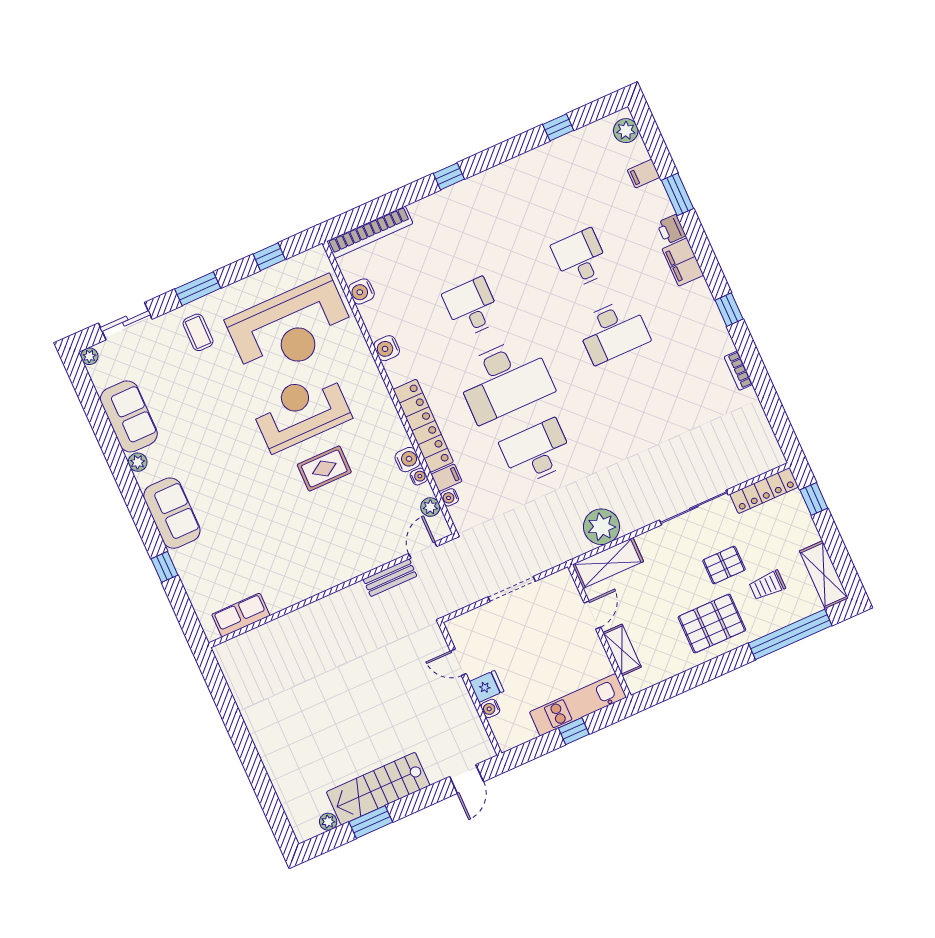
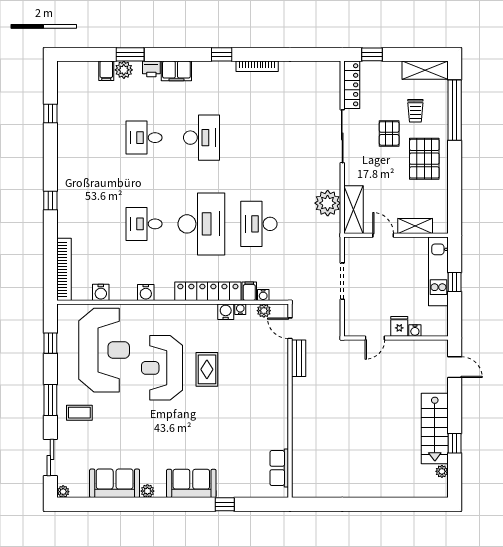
plant: (626, 131) -> (124, 70), moved
bookcase: (738, 371) -> (257, 66), width x1.56
window: (371, 822) -> (455, 443), width x0.67

